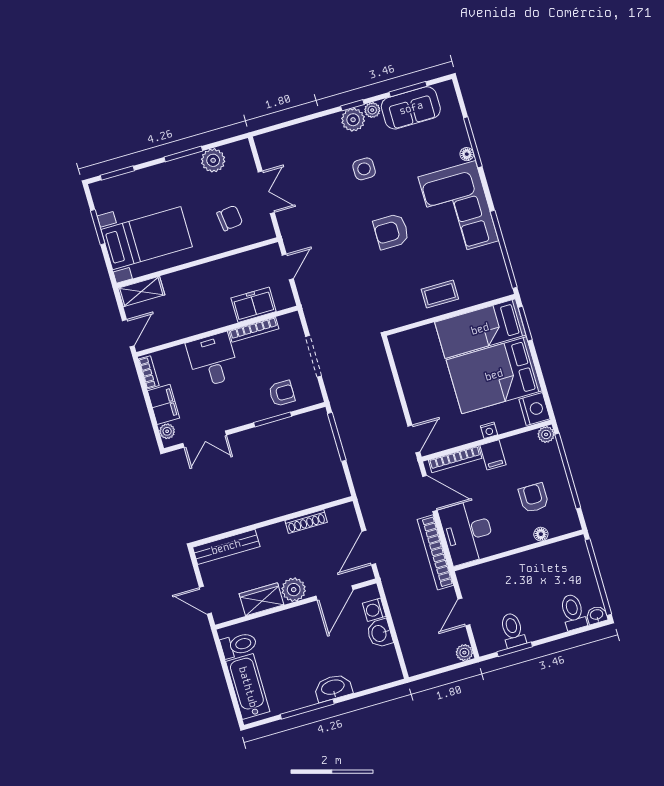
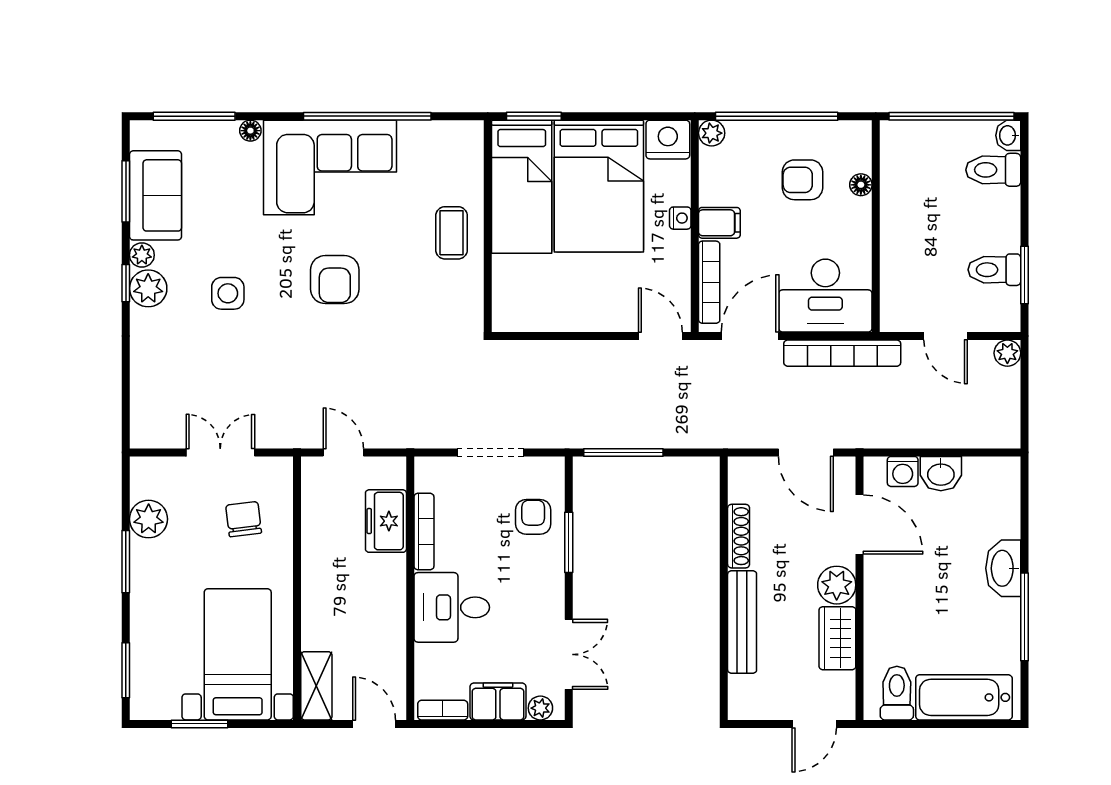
window: (473, 142) -> (194, 116), moved
window: (504, 249) -> (367, 116), moved
bench: (226, 547) -> (742, 622), moved

